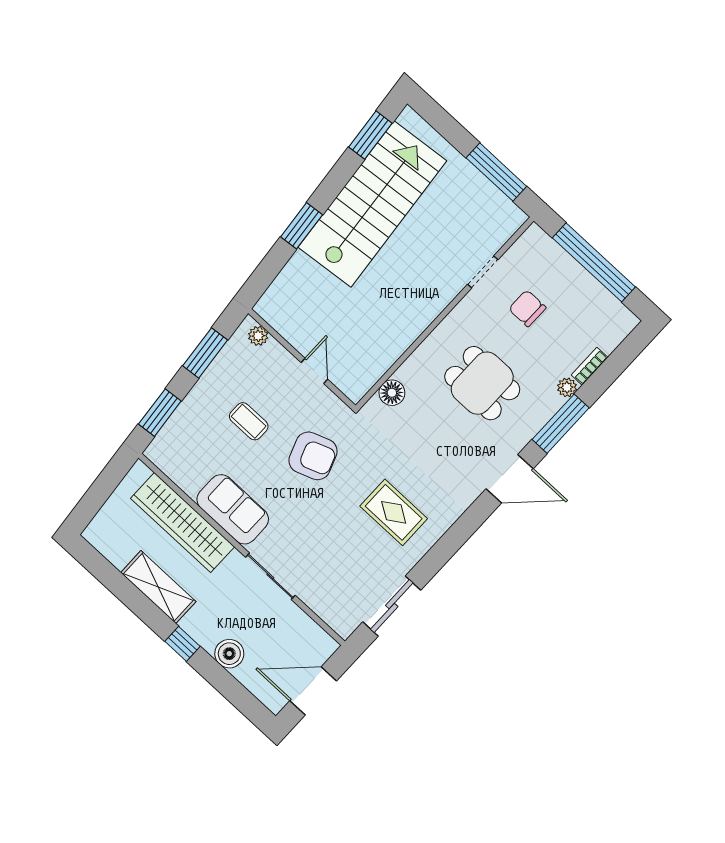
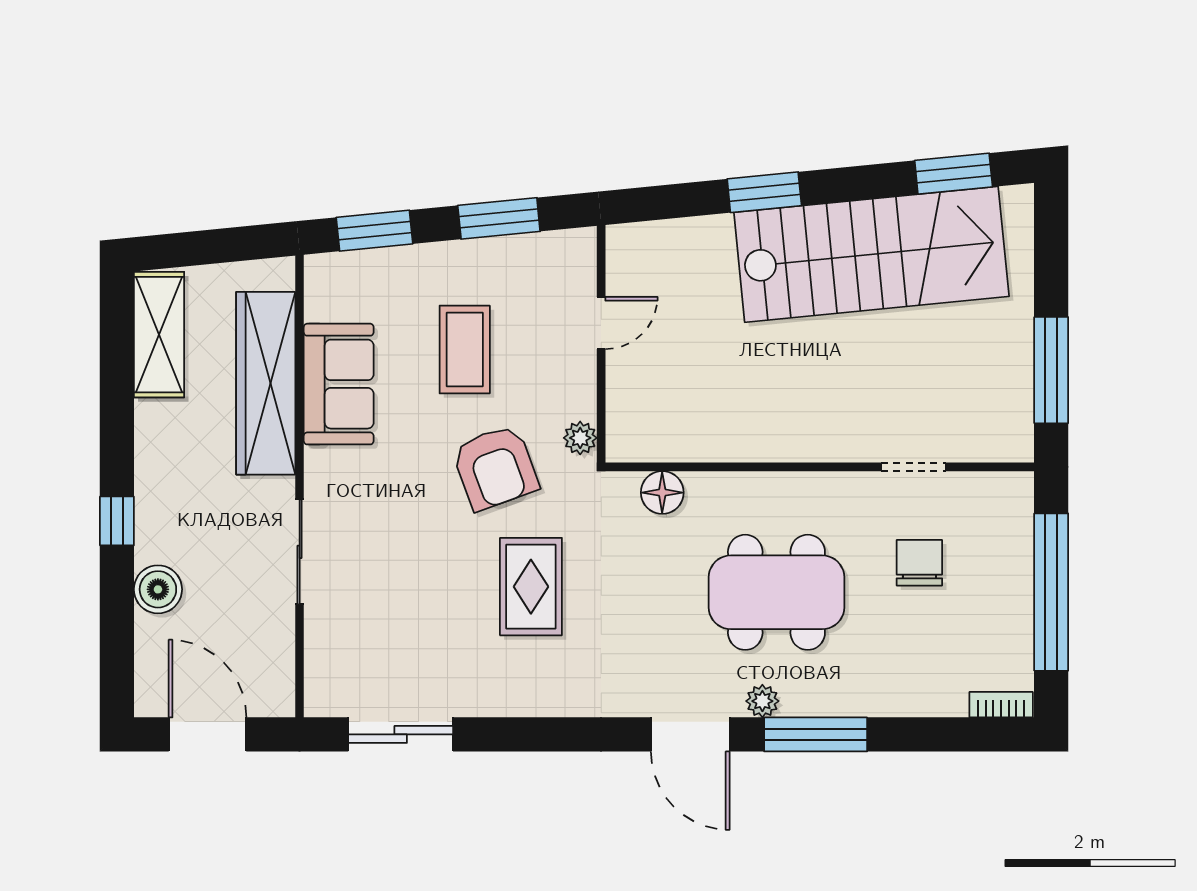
plant: (258, 336) -> (580, 438), moved
bookcase: (590, 366) -> (1001, 705), moved
door: (314, 371) -> (601, 323), moved
dining table: (482, 383) -> (776, 592), width x1.38
plant: (567, 387) -> (762, 701), moved
coffee table: (249, 421) -> (465, 349), width x1.36, depth x1.30
sofa: (233, 509) -> (339, 384), moved
rug: (394, 512) -> (531, 587), moved
shelving: (158, 587) -> (159, 335), moved

